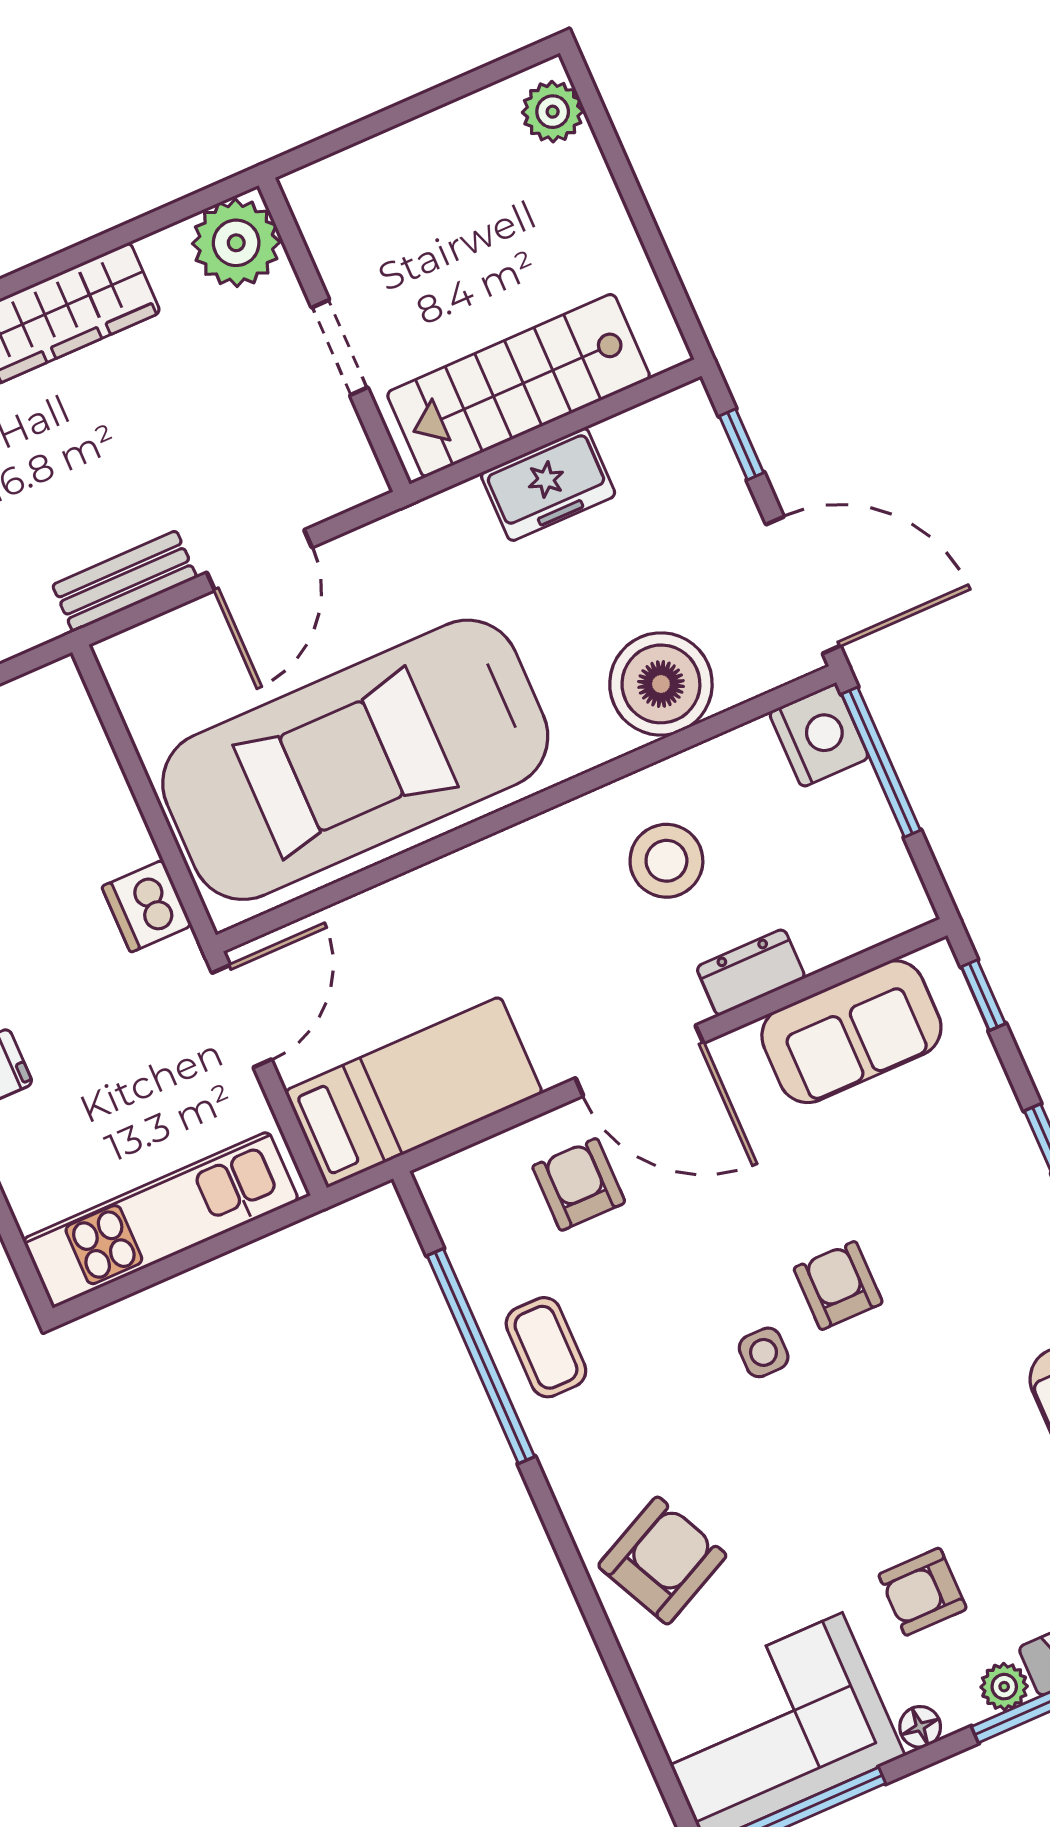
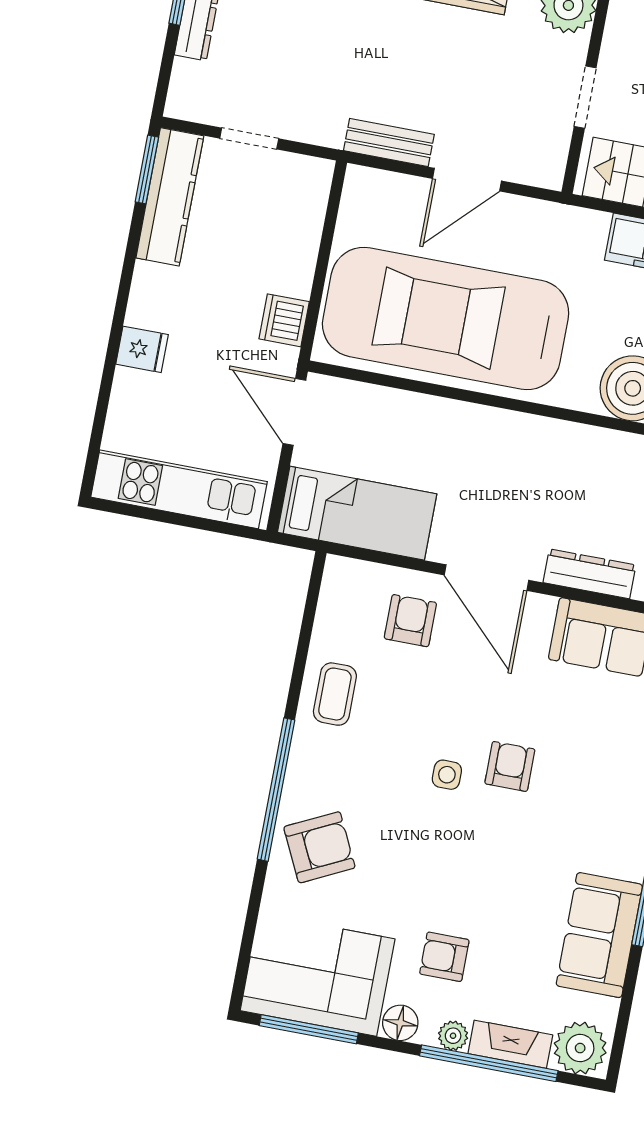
stool: (666, 861) -> (572, 483), removed
dresser: (751, 972) -> (590, 574), width x1.44
door: (242, 1016) -> (294, 412), swing flipped
window: (481, 1356) -> (276, 790), moved
floor lamp: (920, 1727) -> (400, 1023), width x1.37, depth x1.37

